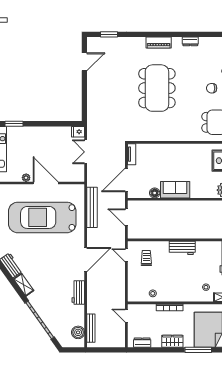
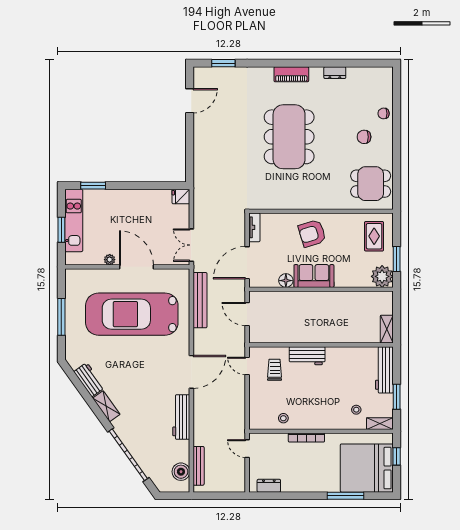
double door: (86, 152) -> (191, 245), moved
armchair: (174, 159) -> (312, 233), added
workbench: (182, 248) -> (307, 356), moved
workbench: (78, 292) -> (181, 417), width x1.38
wardrobe: (172, 341) -> (310, 484), removed

